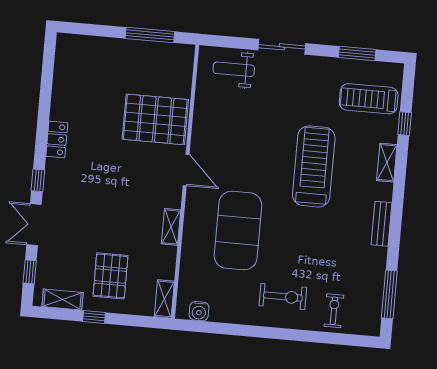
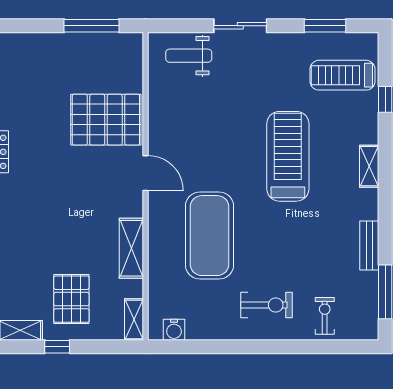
shelving: (387, 163) -> (369, 166), moved
bench: (381, 224) -> (369, 246), moved
shelving: (171, 227) -> (131, 248), width x1.50, depth x1.33

